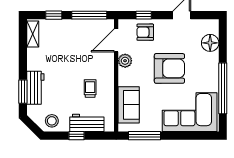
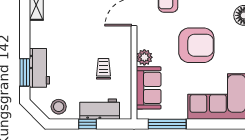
plant: (125, 61) -> (144, 57), moved

